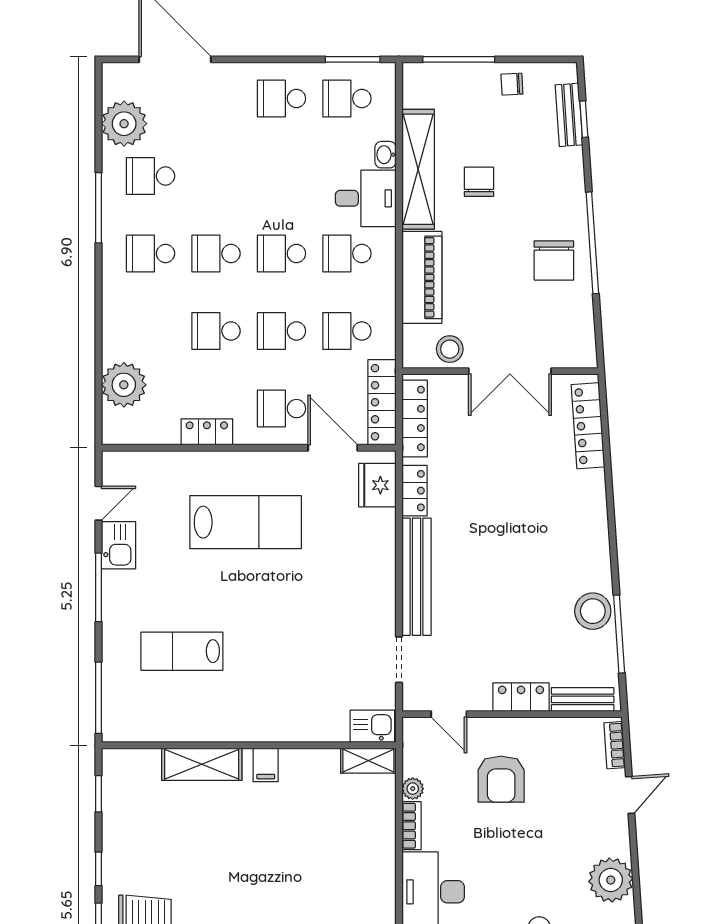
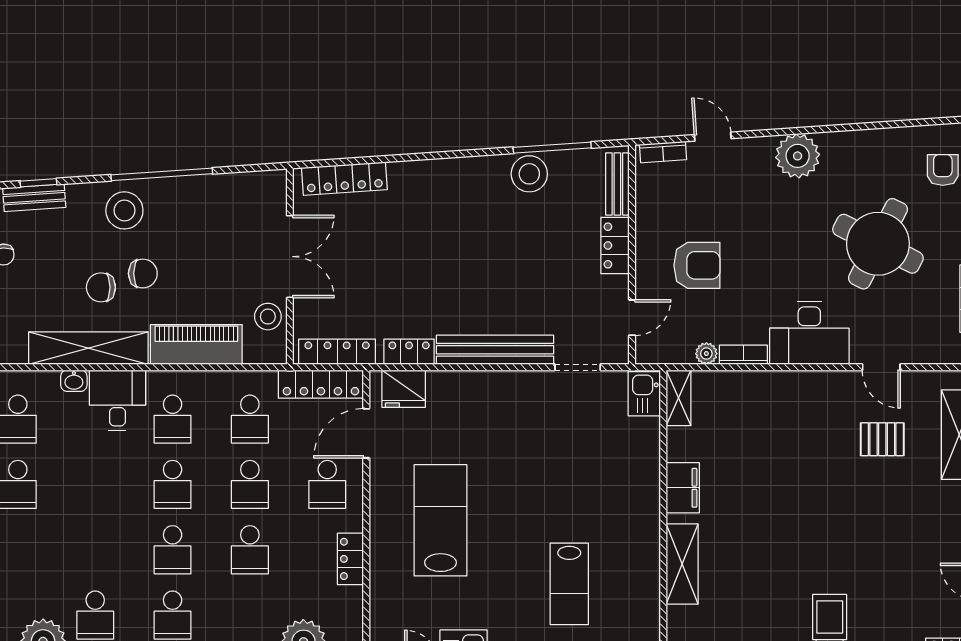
stool: (556, 205) -> (124, 210), added
chair: (554, 260) -> (143, 273), moved, width x0.73, depth x0.73
filing cabinet: (266, 765) -> (683, 488), width x2.00

